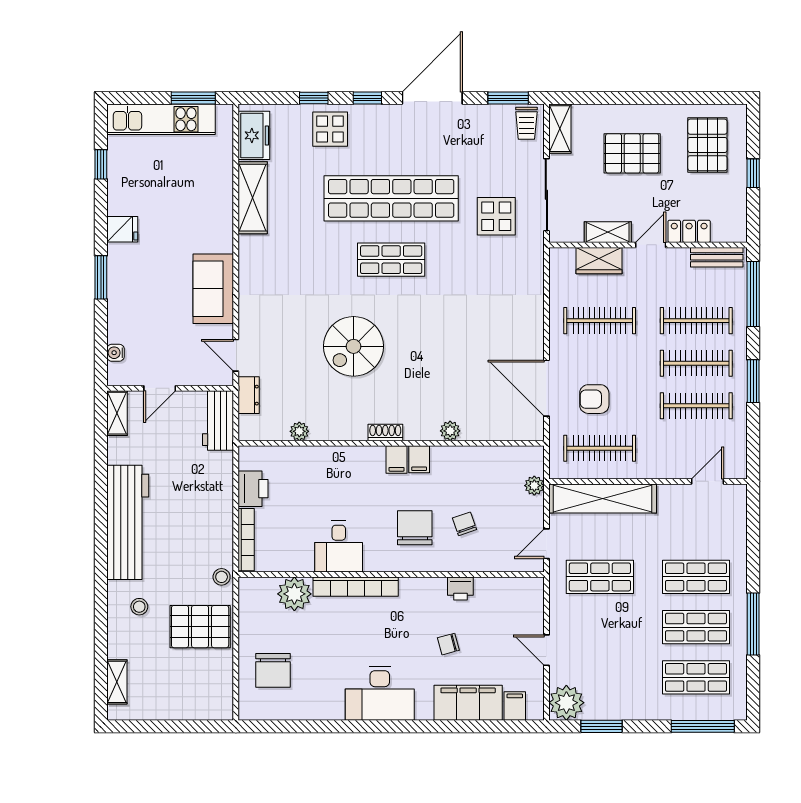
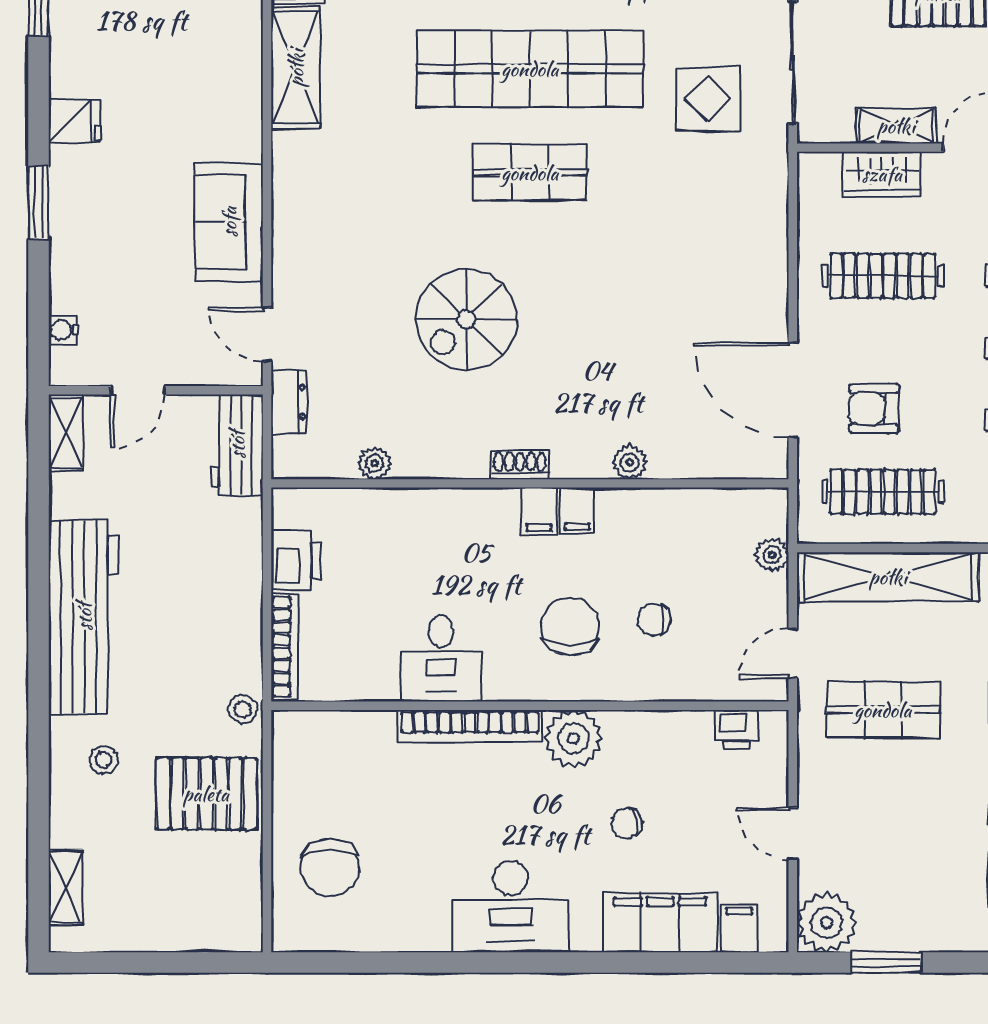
chair: (465, 524) -> (654, 620), turned -71
printer: (460, 589) -> (737, 729), moved
plant: (294, 594) -> (574, 738), moved

